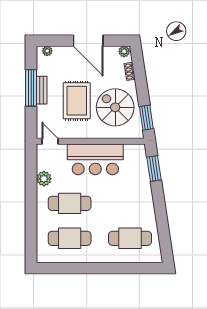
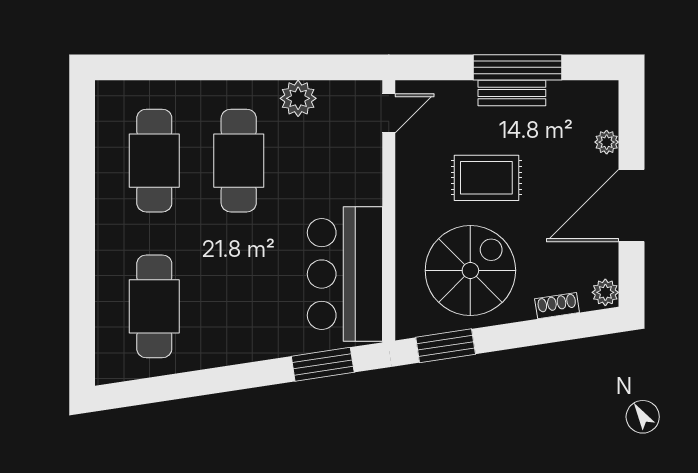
plant: (47, 51) -> (607, 142), moved
rug: (77, 101) -> (486, 178), width x0.73, depth x0.70
bar counter: (95, 159) -> (345, 274), moved

